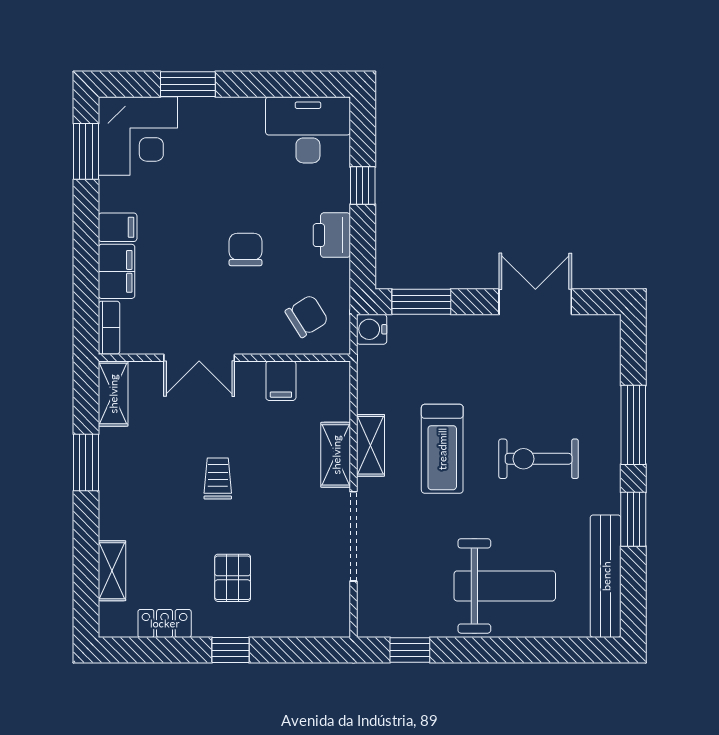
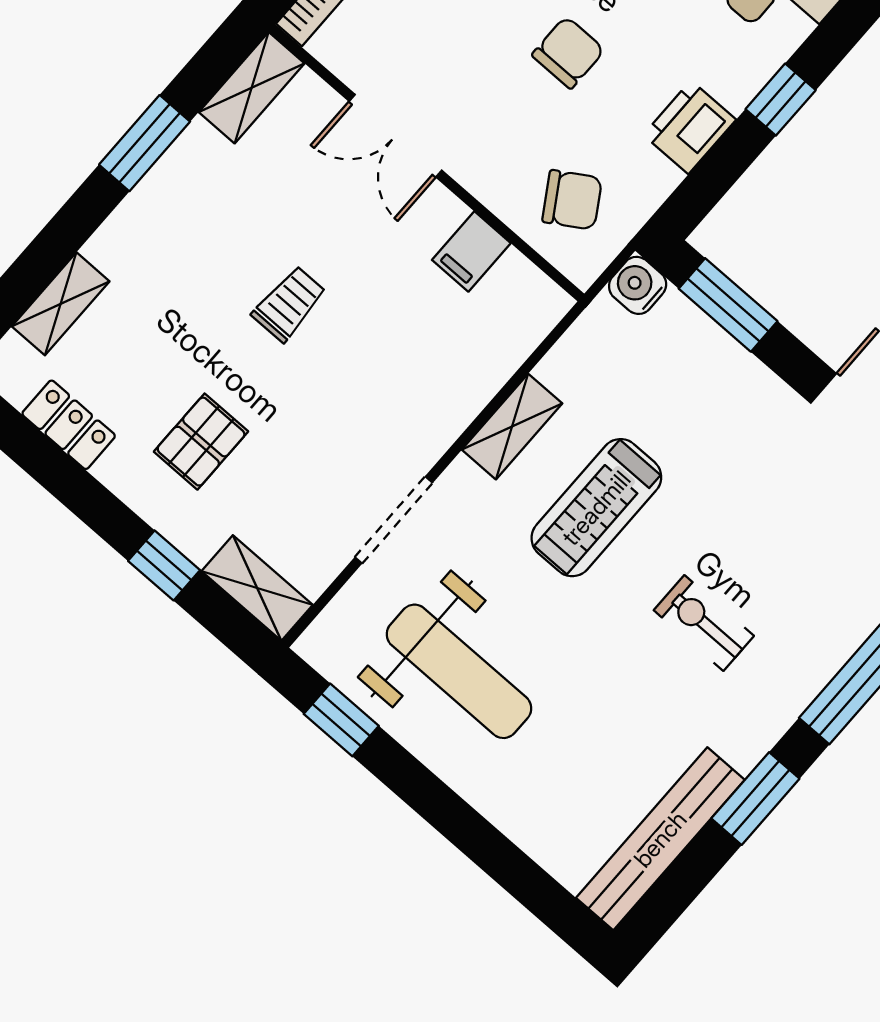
shelving: (336, 455) -> (257, 588), moved, turned 90
exercise bike: (539, 459) -> (704, 623), width x0.73, depth x0.72
doorway: (353, 536) -> (394, 520), width x0.73
weight bench: (505, 586) -> (459, 671), moved
window: (230, 650) -> (164, 565), moved

